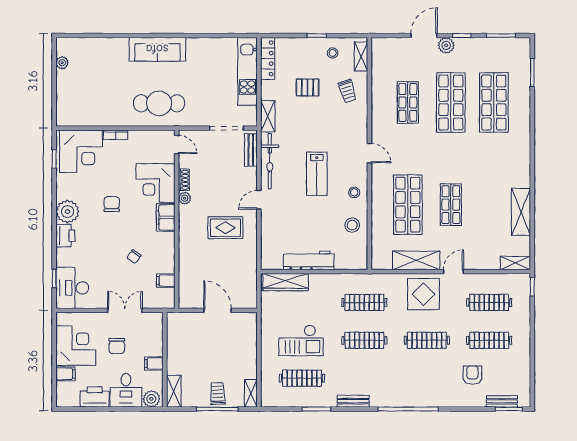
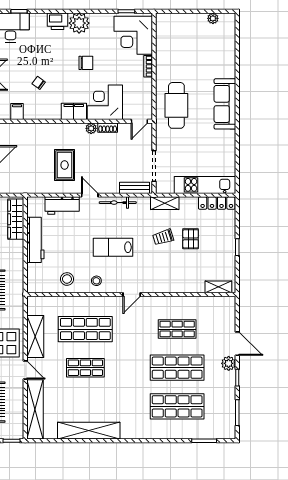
stool: (333, 53) -> (222, 261), removed
trolley: (347, 91) -> (163, 237), moved
bicycle: (270, 161) -> (118, 203), width x0.73, depth x0.71
shelving: (521, 212) -> (89, 431), width x1.47
workbench: (270, 230) -> (62, 206), added
shelving: (515, 263) -> (35, 409), width x2.20, depth x1.33

